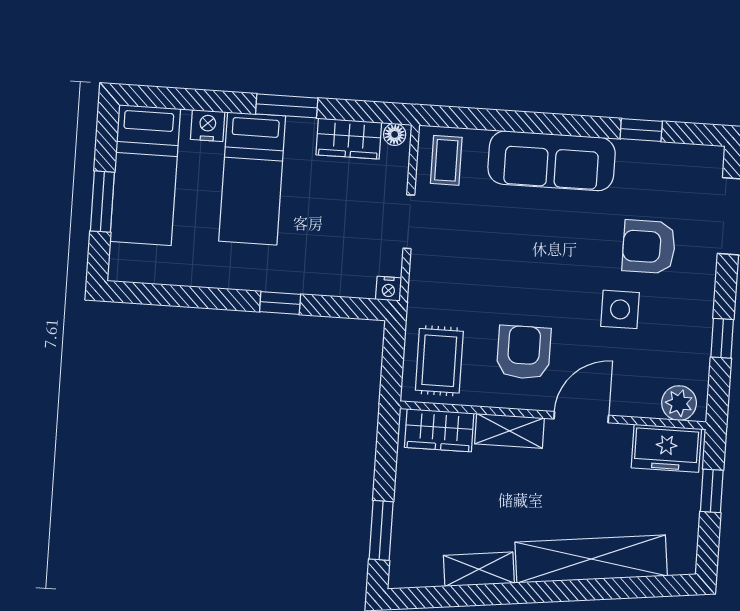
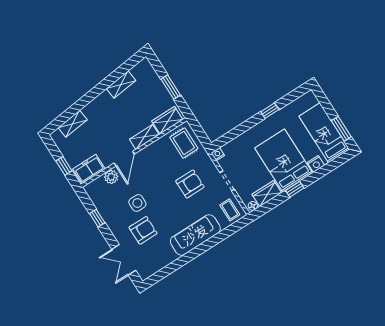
window: (287, 106) -> (295, 189), width x0.67
window: (641, 130) -> (174, 266), removed
bed: (252, 179) -> (284, 161), width x1.50
window: (102, 202) -> (341, 129), moved
window: (280, 303) -> (270, 111), moved
armchair: (524, 352) -> (190, 184), moved, turned -90
plant: (679, 403) -> (111, 177), moved
window: (381, 530) -> (171, 87), moved
shelving: (591, 559) -> (73, 124), width x0.45, depth x0.75

